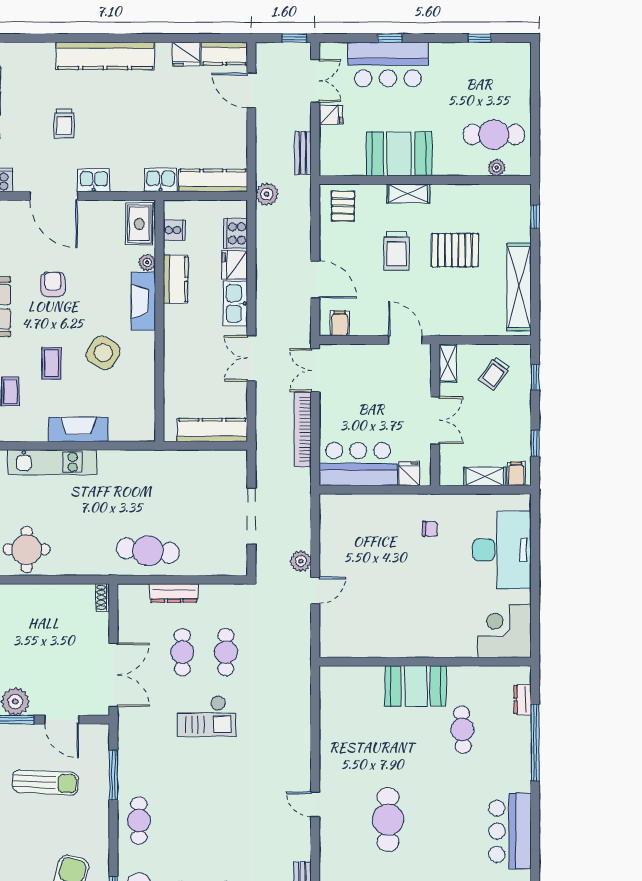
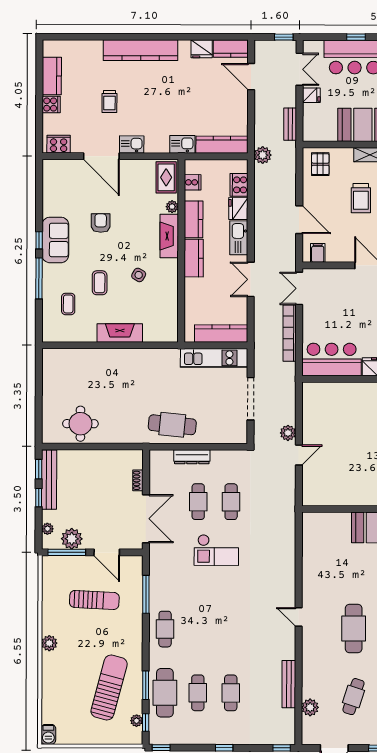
kitchen counter: (176, 330) -> (194, 258), added
side table: (103, 353) -> (139, 275), width x0.54, depth x0.54
kitchen unit: (52, 462) -> (214, 358), moved
shoe rack: (103, 597) -> (138, 480), moved

